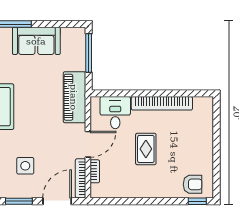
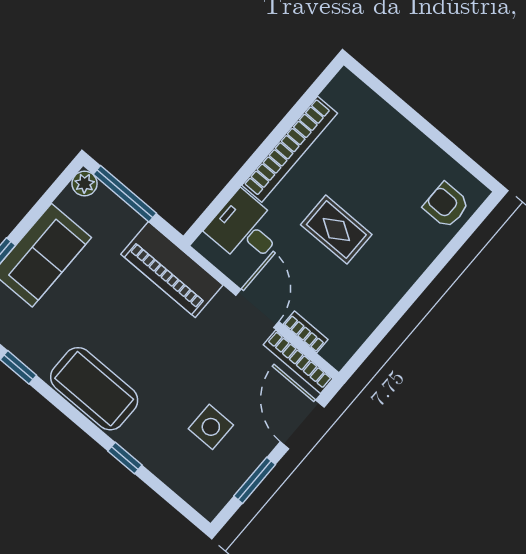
plant: (79, 34) -> (85, 184), added
armchair: (193, 184) -> (446, 205), turned -90
window: (197, 201) -> (477, 219), removed

